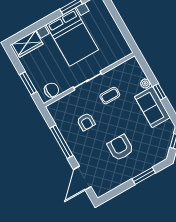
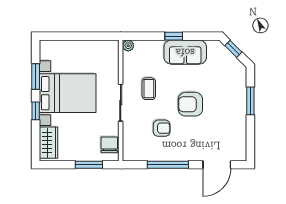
window: (46, 21) -> (36, 111), added
plant: (145, 83) -> (128, 46), moved
armchair: (120, 148) -> (190, 104), moved
door: (82, 178) -> (217, 165), hinge flipped

